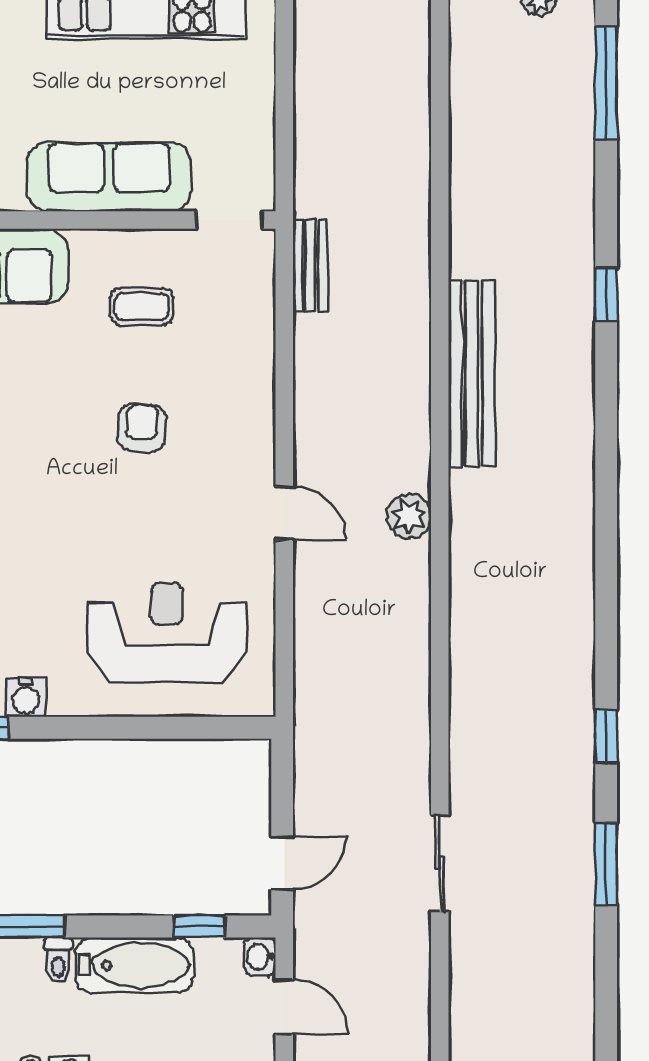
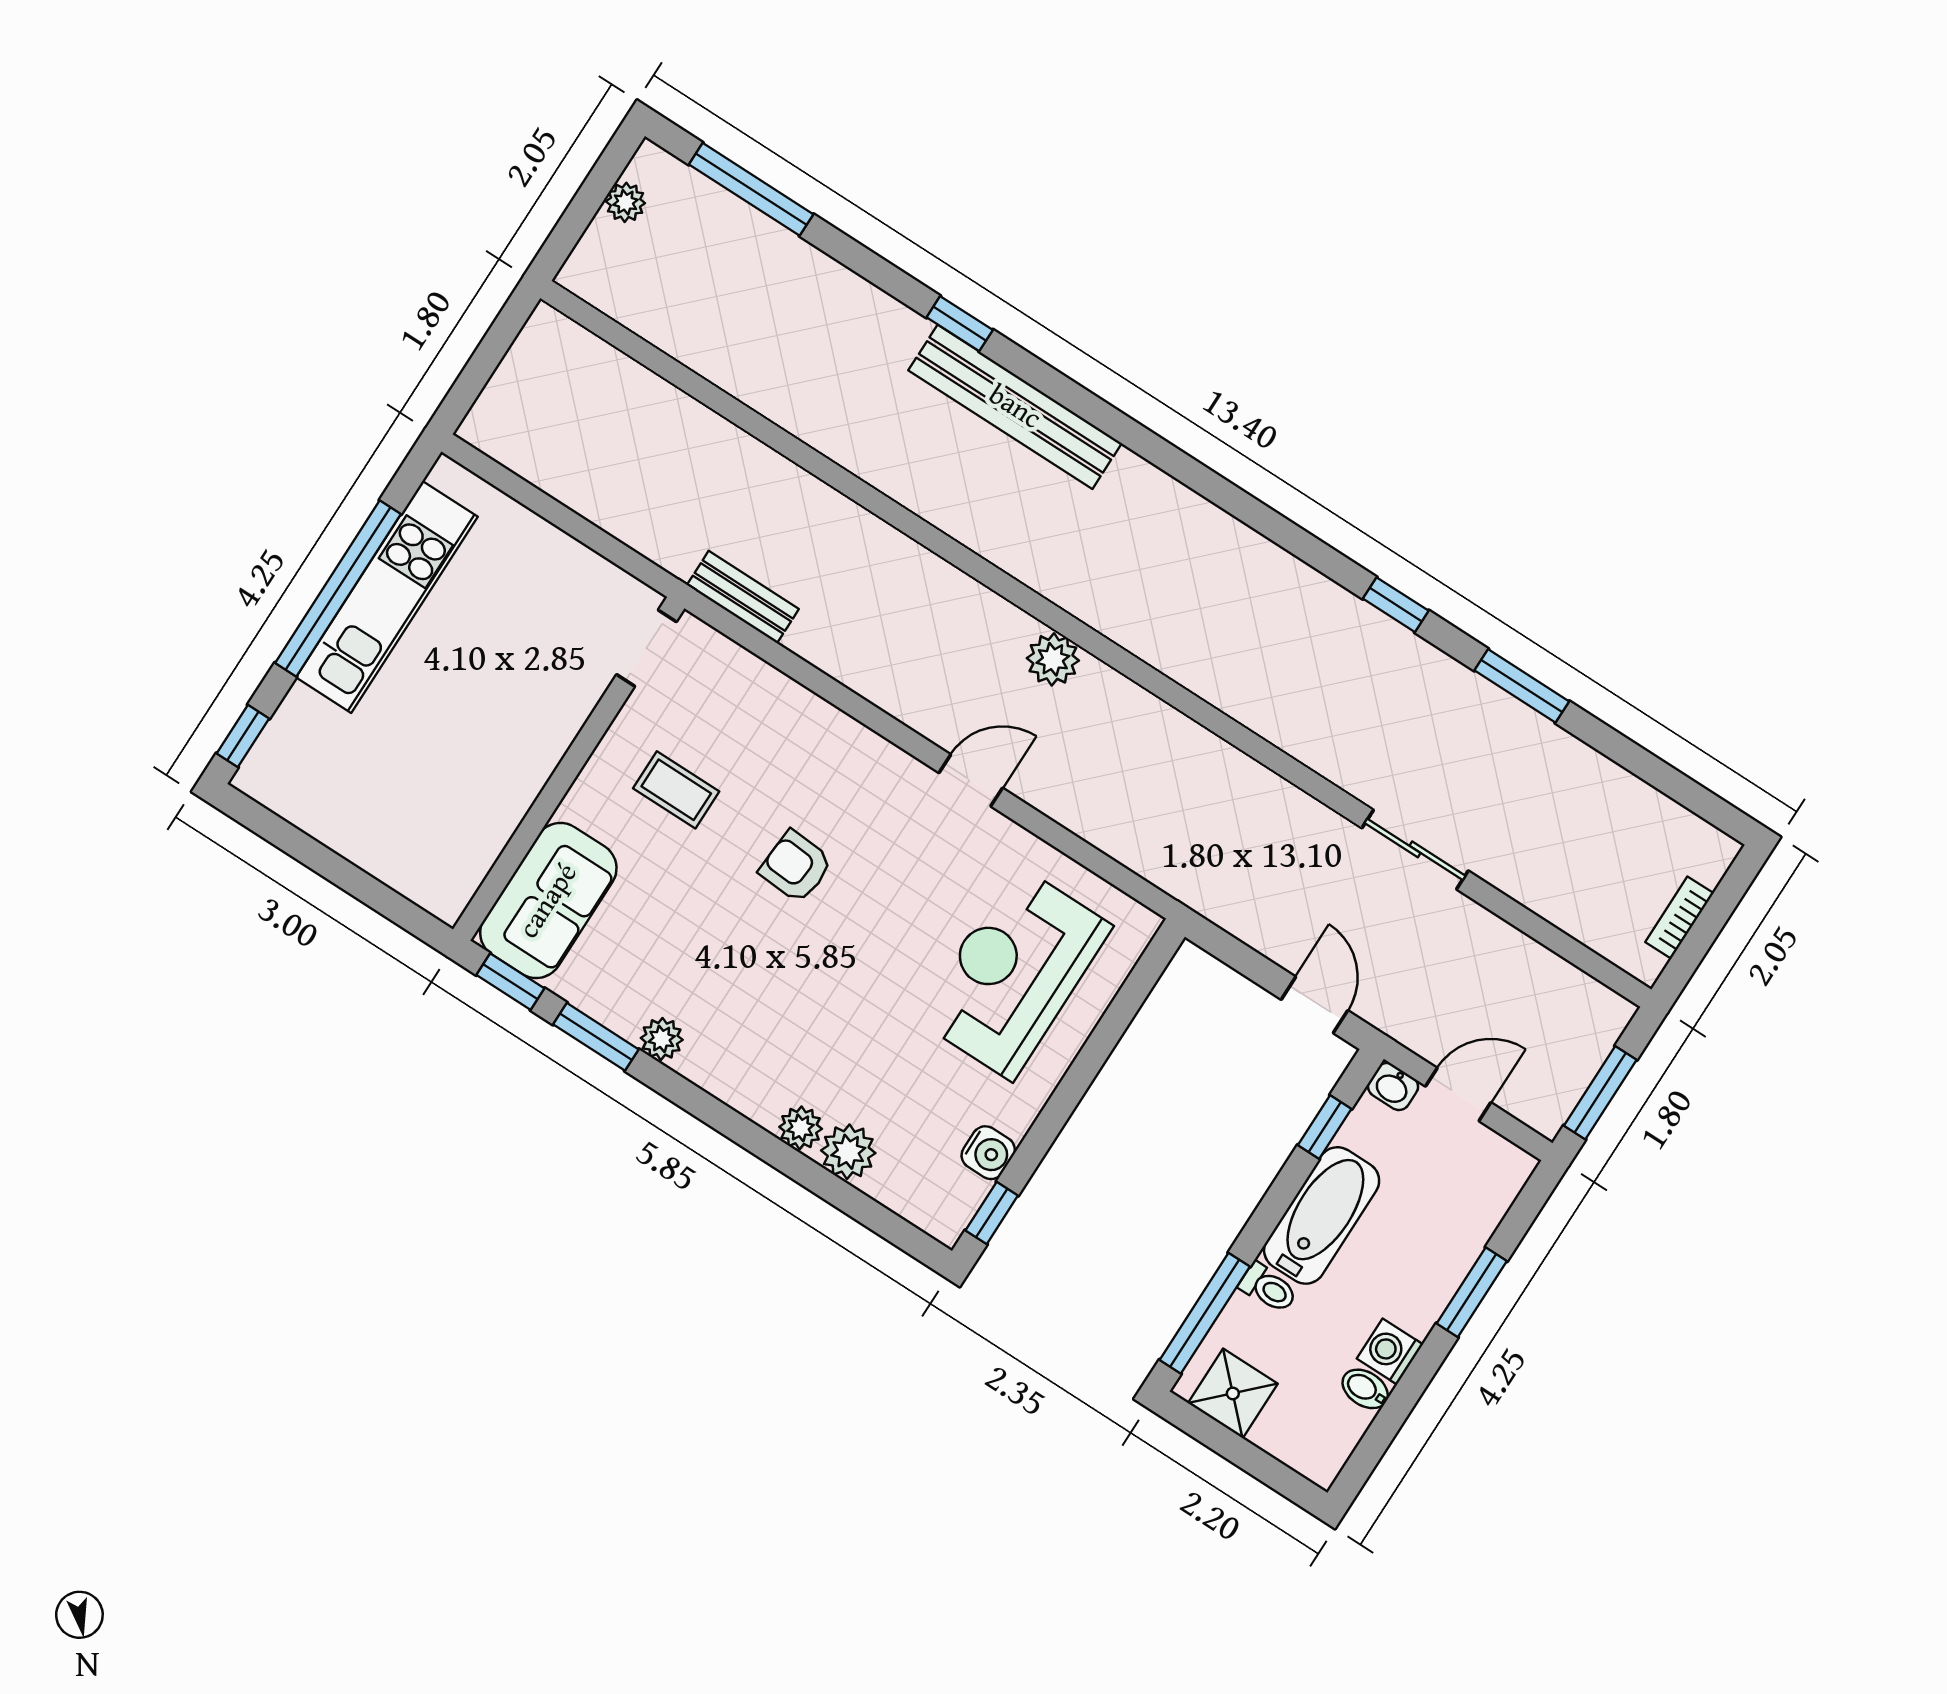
sofa: (109, 177) -> (527, 739), removed
coffee table: (142, 307) -> (676, 790), turned 90
bench: (472, 373) -> (1015, 407), moved

